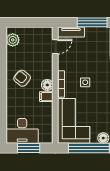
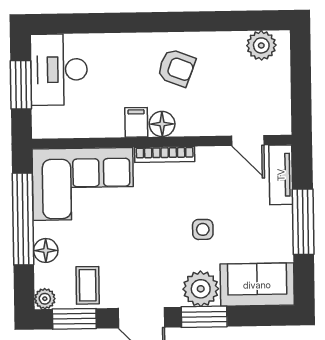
armchair: (22, 78) -> (176, 68), turned 72
side table: (85, 82) -> (203, 229), moved

